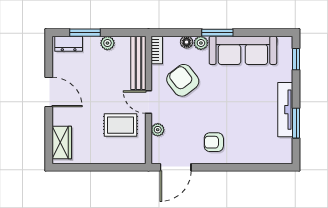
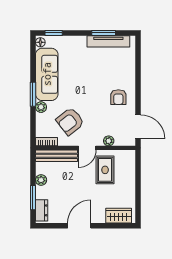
floor lamp: (187, 42) -> (40, 42), moved
tv unit: (285, 110) -> (108, 41), moved

